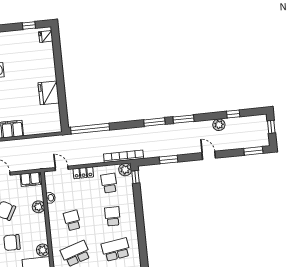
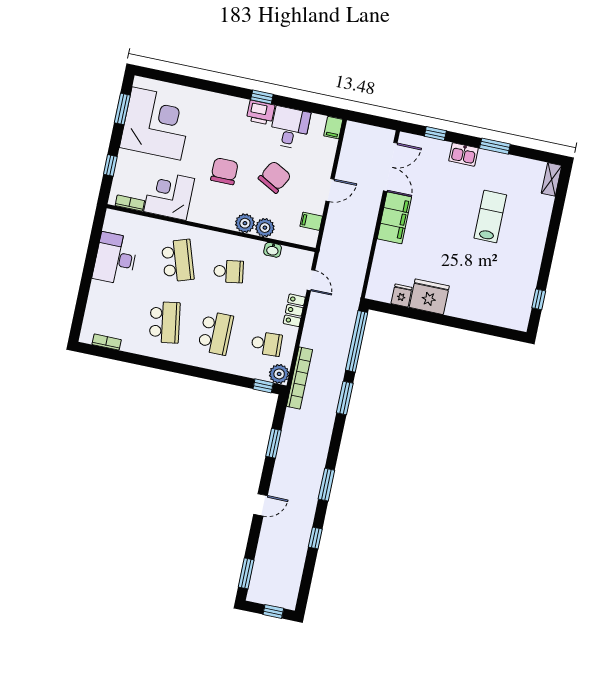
fridge: (46, 36) -> (402, 295), moved
window: (233, 114) -> (315, 538), moved
window: (154, 122) -> (345, 398), moved
plant: (219, 125) -> (301, 535), removed
door: (62, 168) -> (311, 280), hinge flipped
filing cabinet: (30, 179) -> (311, 221), width x0.50
school desk: (112, 216) -> (216, 333), width x1.85
plant: (43, 250) -> (245, 223), moved

